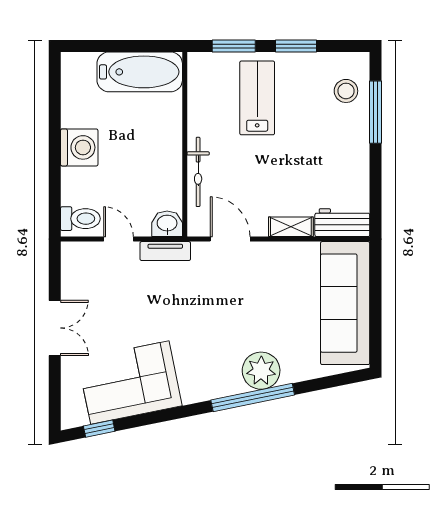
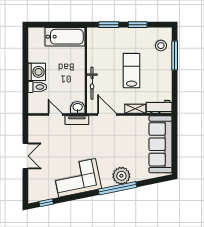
lab bench: (257, 98) -> (131, 71), moved
toilet: (80, 219) -> (37, 87), moved
corner sofa: (130, 382) -> (77, 178), moved

